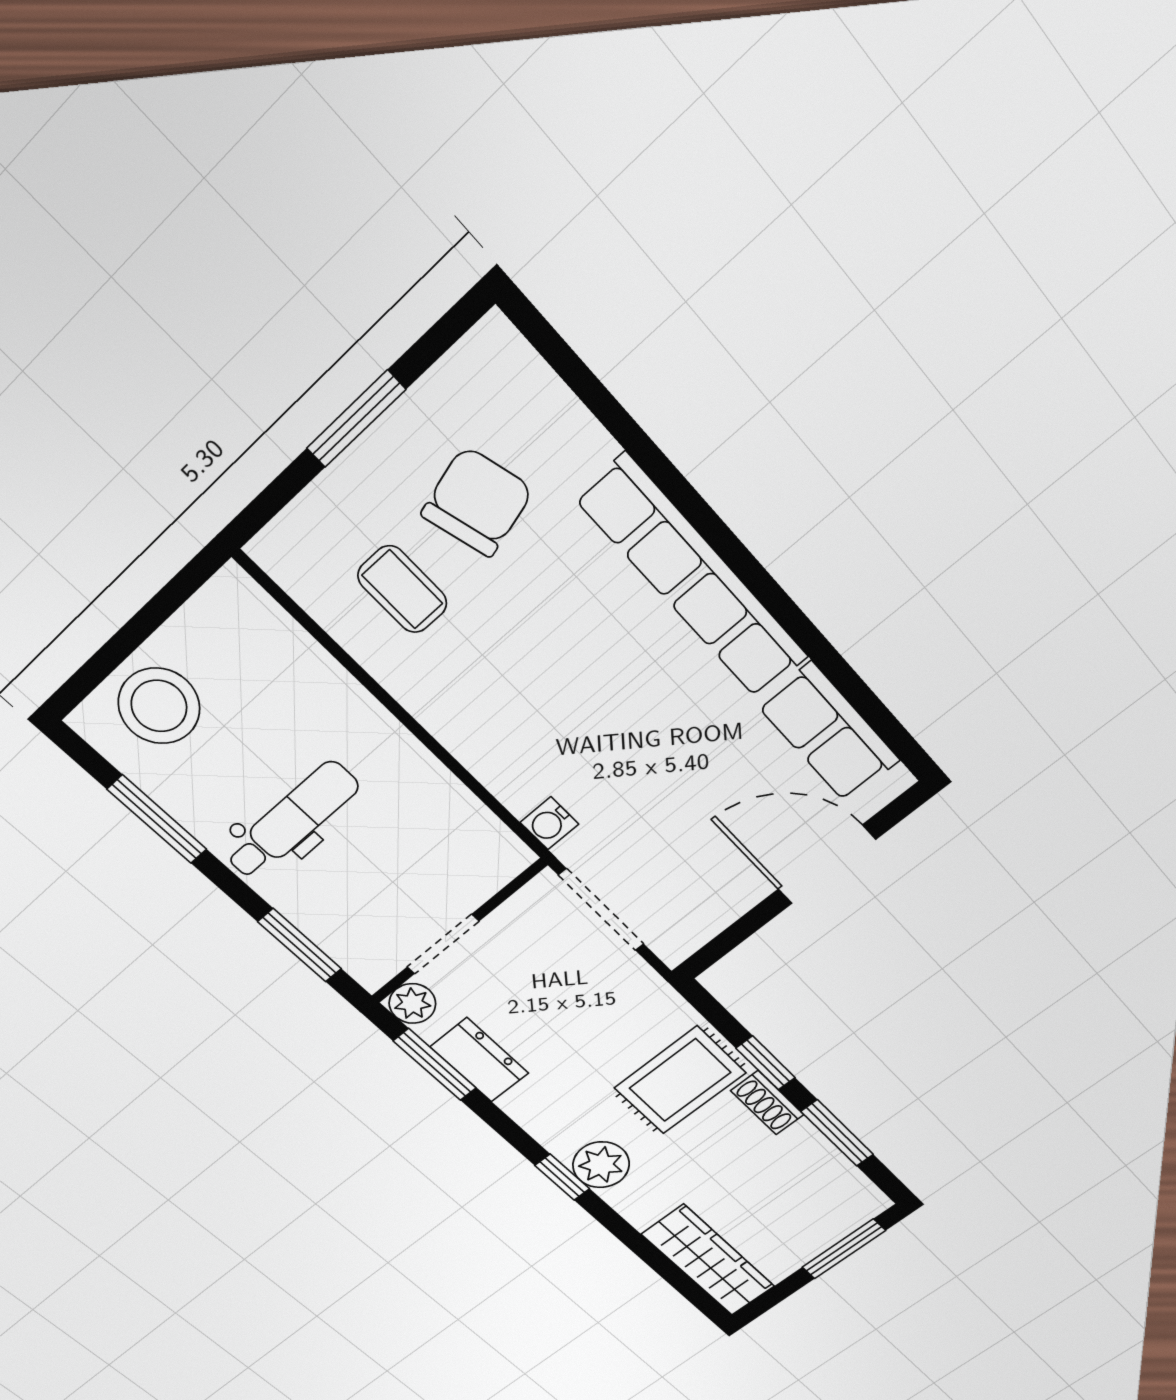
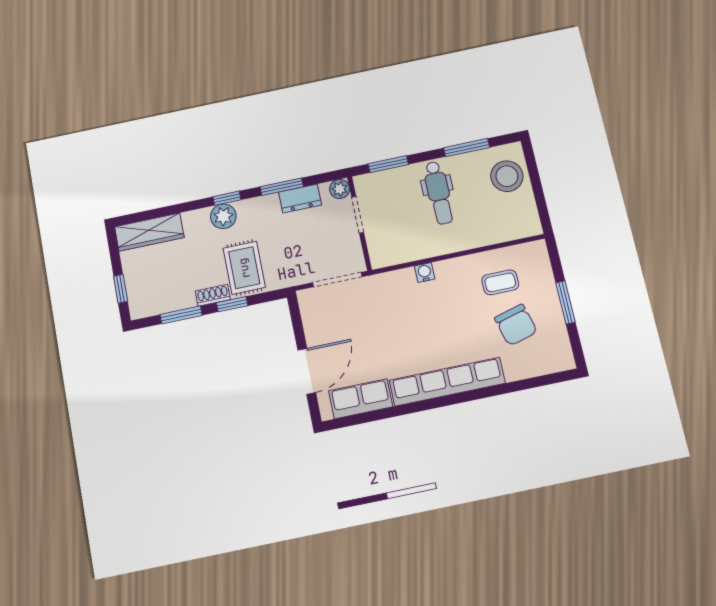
water cooler: (549, 823) -> (425, 272), moved
window: (435, 1065) -> (282, 187), moved
window: (844, 1249) -> (121, 289), width x0.67

